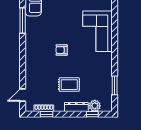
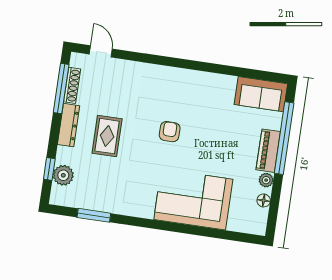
window: (23, 20) -> (232, 71), removed
dresser: (76, 107) -> (69, 125), moved
window: (46, 114) -> (61, 88), width x2.17

